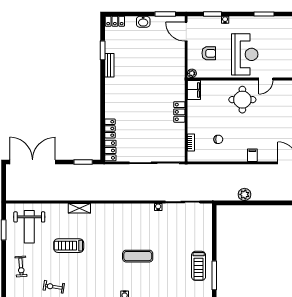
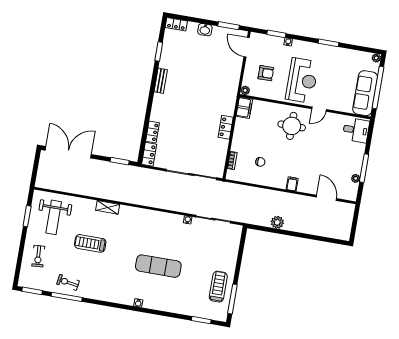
bench: (109, 65) -> (161, 81), moved
exercise mat: (138, 256) -> (158, 266), width x1.36, depth x1.45
treadmill: (199, 266) -> (218, 287), turned 180

